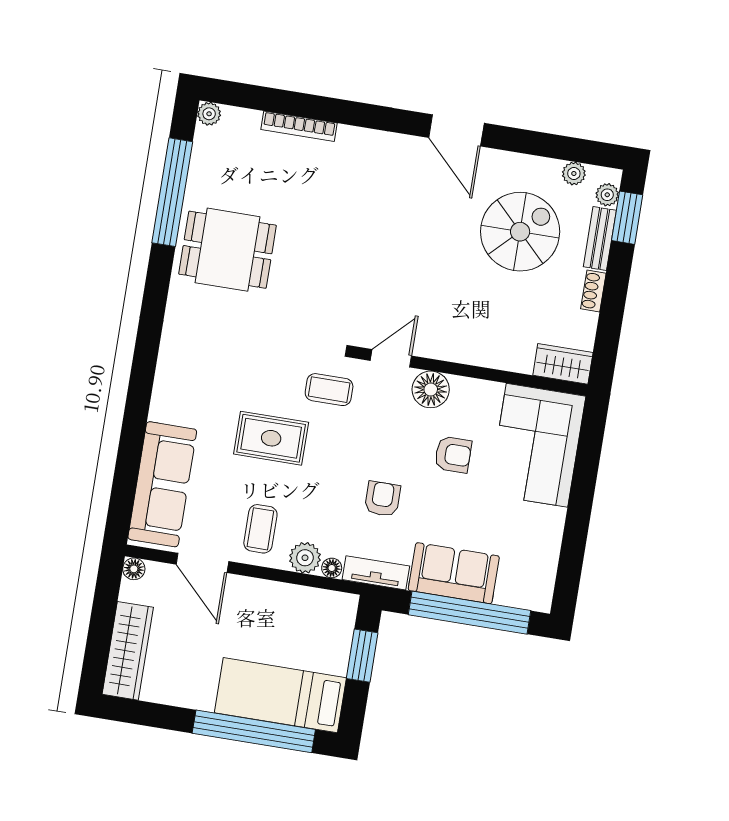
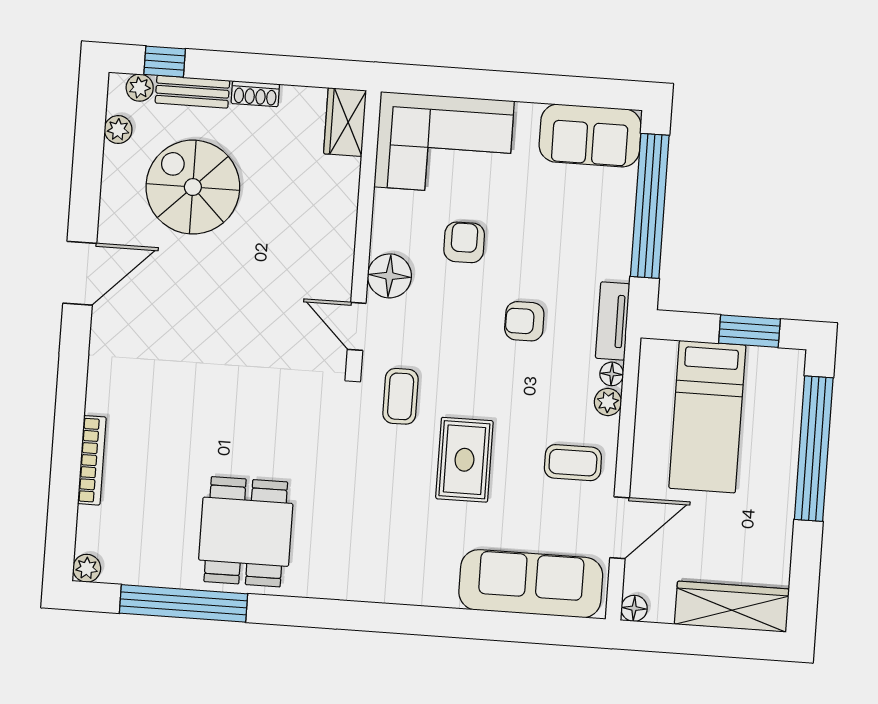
window: (627, 218) -> (165, 62), width x0.67
plant: (305, 558) -> (608, 402), width x0.73, depth x0.73
sofa: (454, 573) -> (590, 136), moved, turned -90
window: (362, 656) -> (749, 331), moved
bed: (280, 695) -> (707, 417), moved

